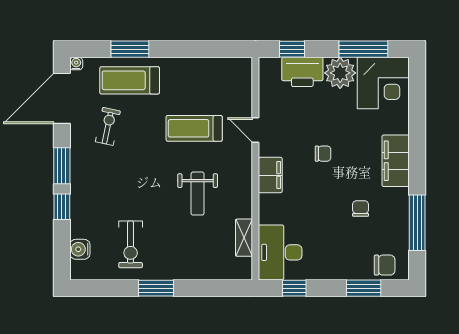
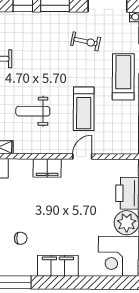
treadmill: (130, 80) -> (123, 77), moved
treadmill: (194, 128) -> (84, 109), turned 180
chair: (323, 154) -> (64, 209), removed

